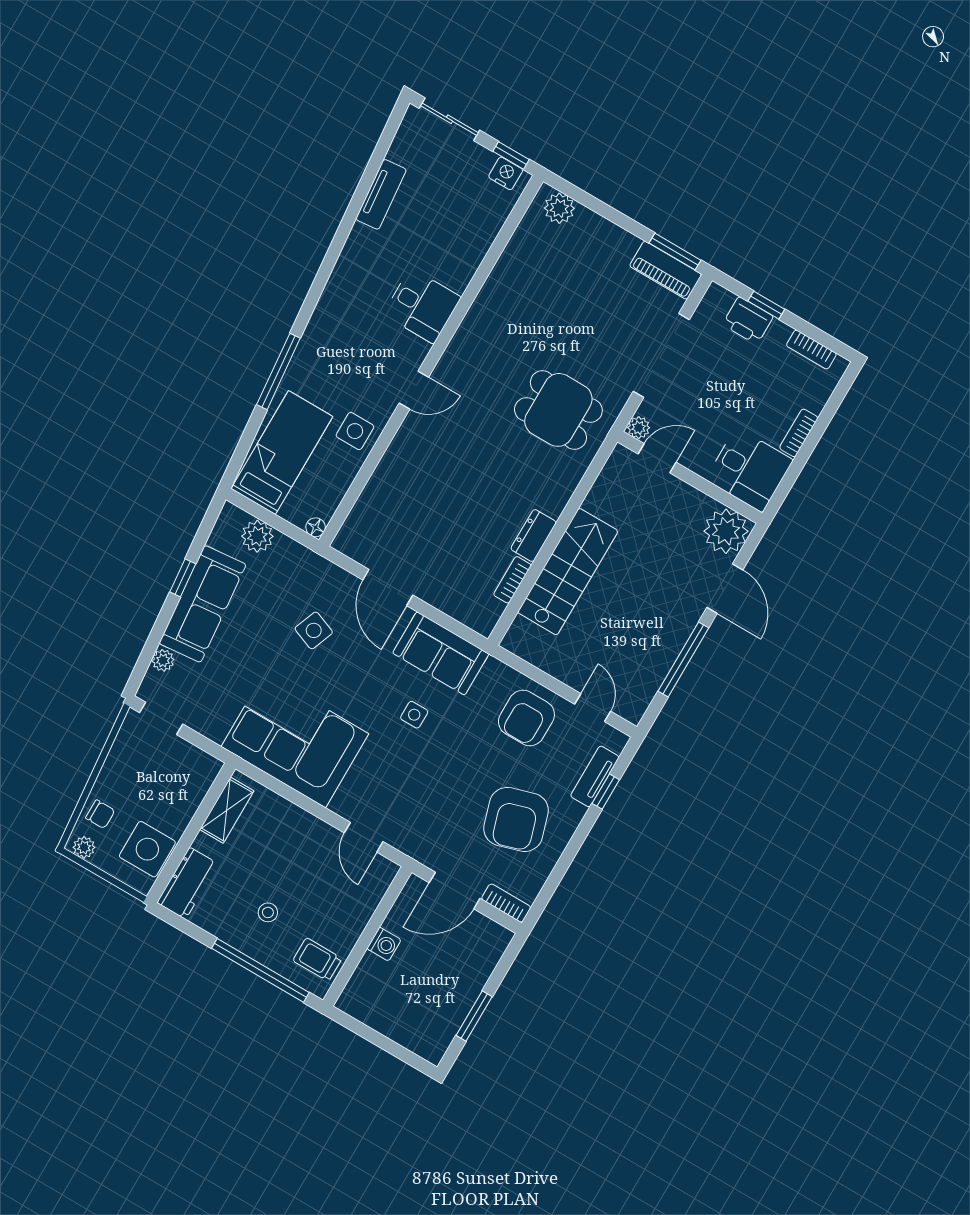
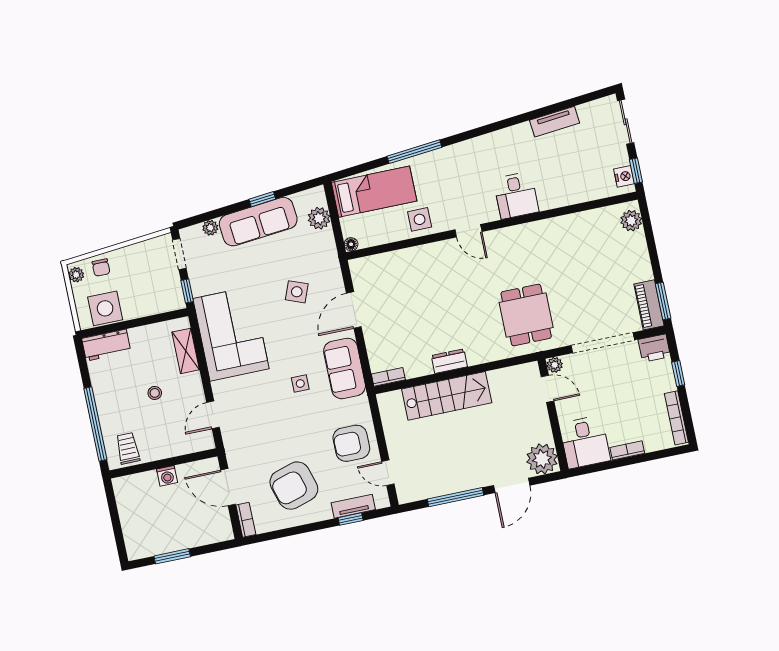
printer: (748, 321) -> (654, 348), moved, turned -90
bookcase: (811, 350) -> (676, 418), width x1.56
bookcase: (512, 580) -> (388, 377), moved
door: (593, 708) -> (388, 473), swing flipped
window: (208, 746) -> (187, 291), added
shelving: (227, 810) -> (186, 351), moved, turned 90
stool: (268, 912) -> (155, 393), moved

